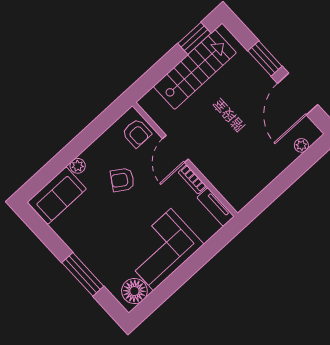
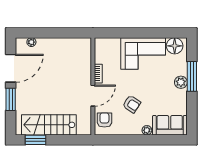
tv unit: (216, 207) -> (99, 50), removed
plant: (89, 256) -> (181, 82), added

